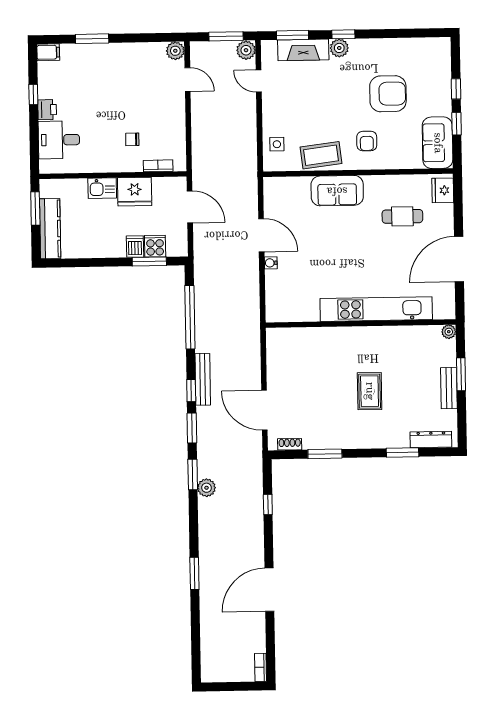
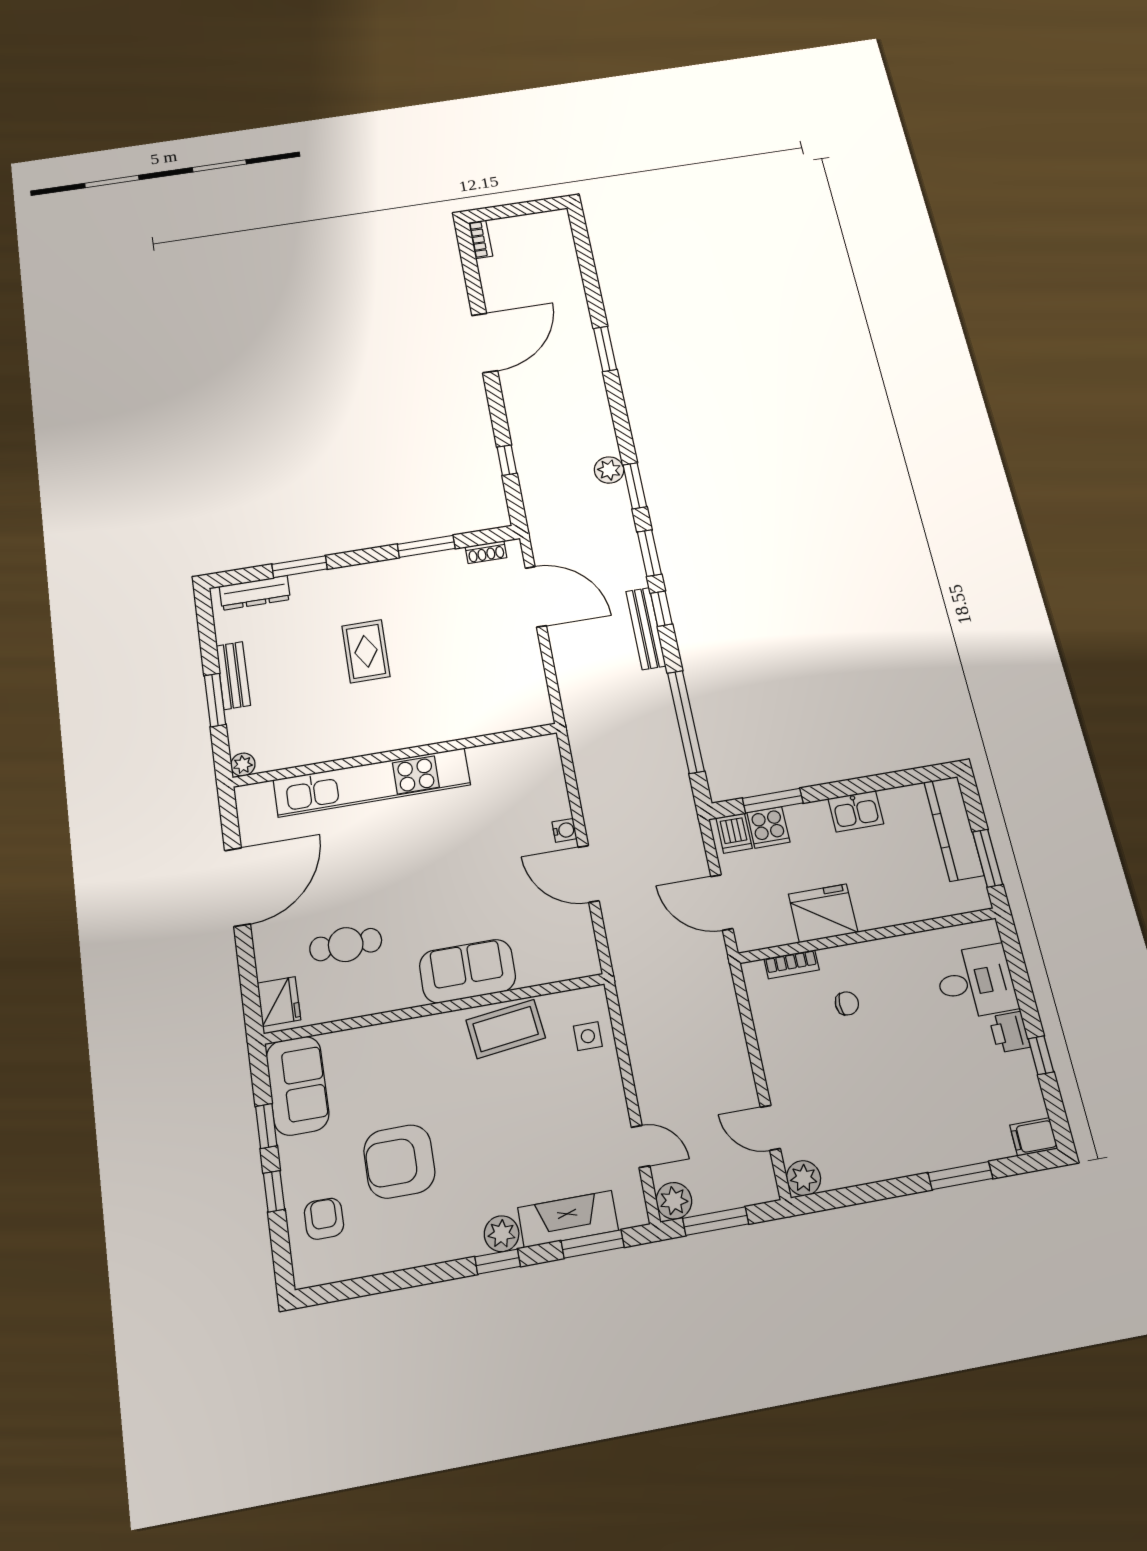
armchair: (367, 141) -> (324, 1219), moved
kitchen sink: (102, 188) -> (856, 811), moved, turned 180
dishwasher: (135, 247) -> (734, 833), moved

